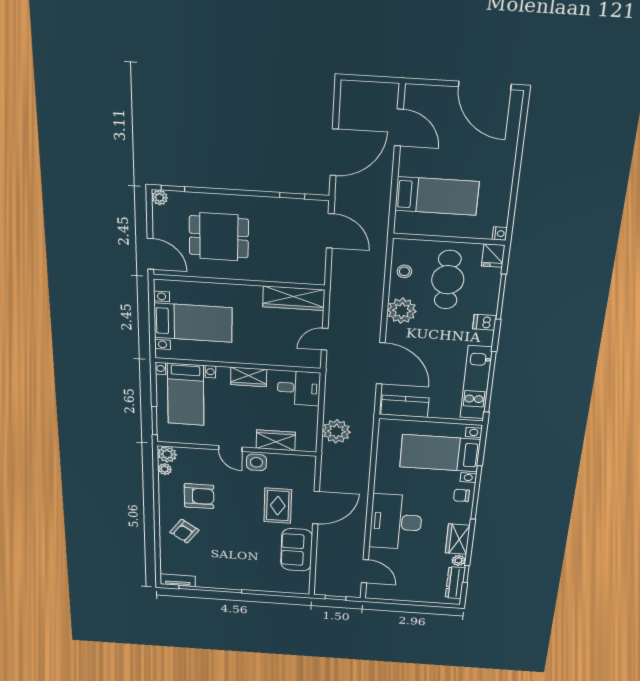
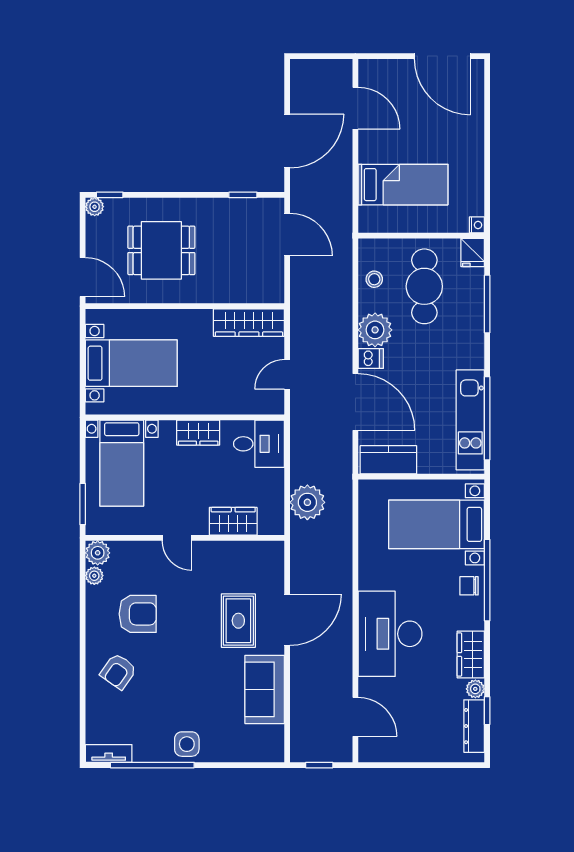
dishwasher: (484, 322) -> (371, 358), moved, turned 180
side table: (256, 462) -> (187, 744), moved

